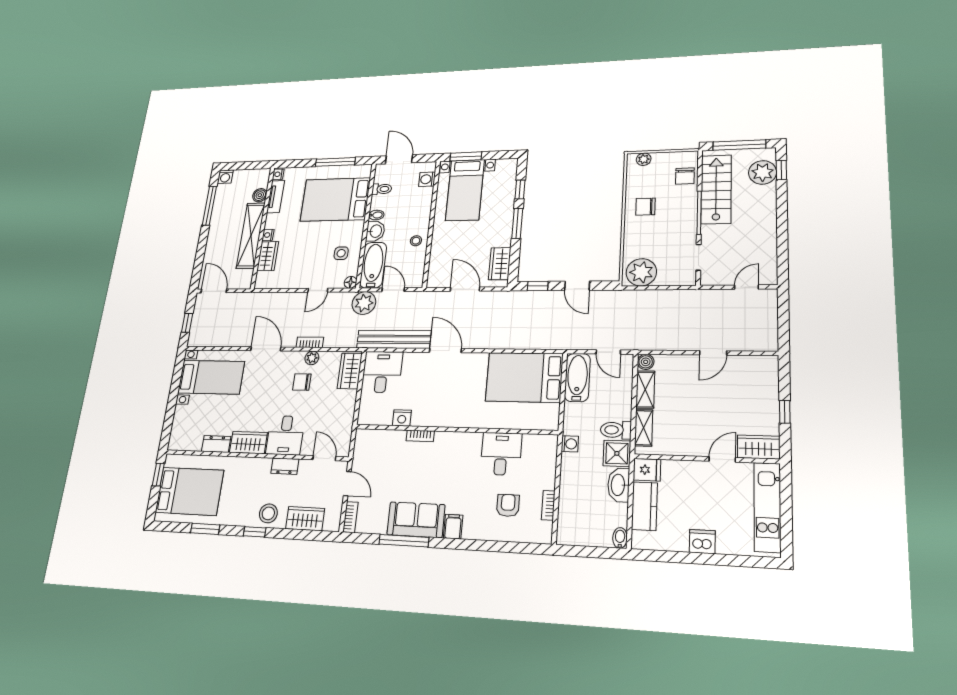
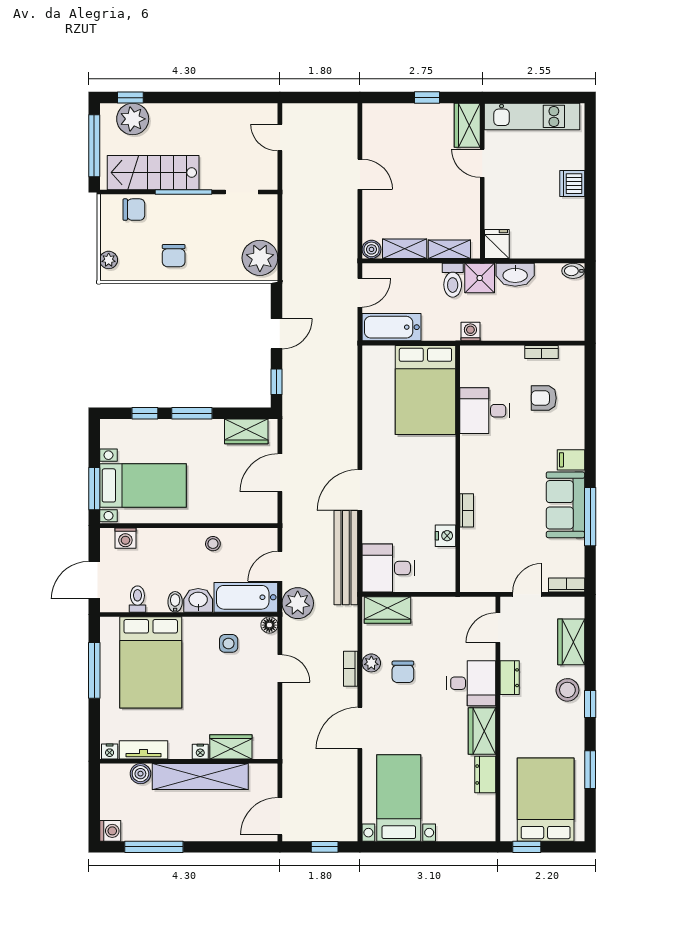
bed: (524, 377) -> (425, 390), moved
kitchen counter: (644, 506) -> (537, 246), removed

